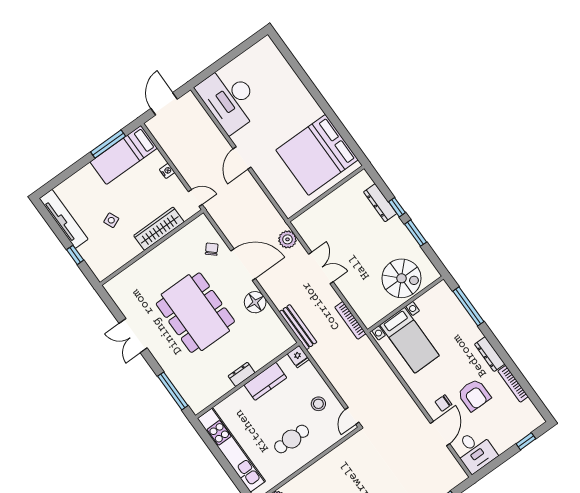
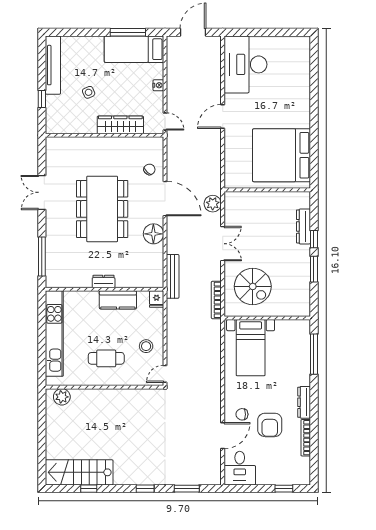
spiral stairs: (401, 278) -> (253, 286), moved

